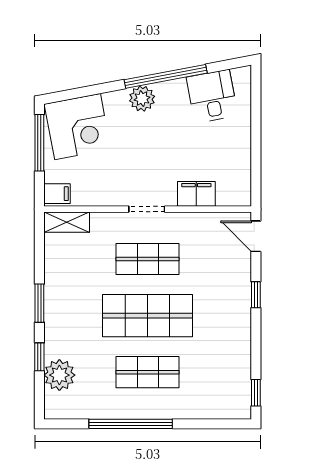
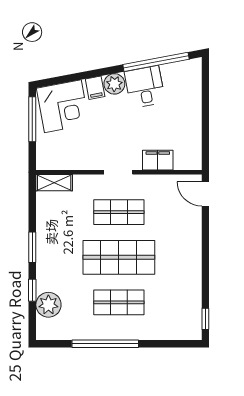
window: (166, 76) -> (156, 62), moved
desk: (212, 96) -> (145, 87), moved
filing cabinet: (57, 194) -> (95, 88), moved, turned 79
window: (256, 295) -> (205, 241), removed

